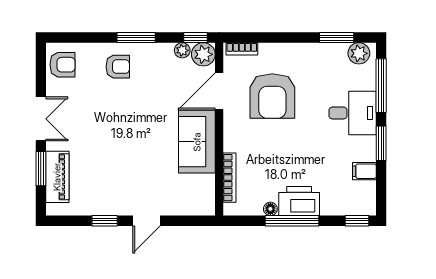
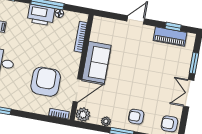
window: (195, 38) -> (86, 126), removed
plant: (182, 50) -> (106, 121), moved
piano: (57, 177) -> (170, 36), moved, turned -90
window: (105, 221) -> (173, 27), moved

